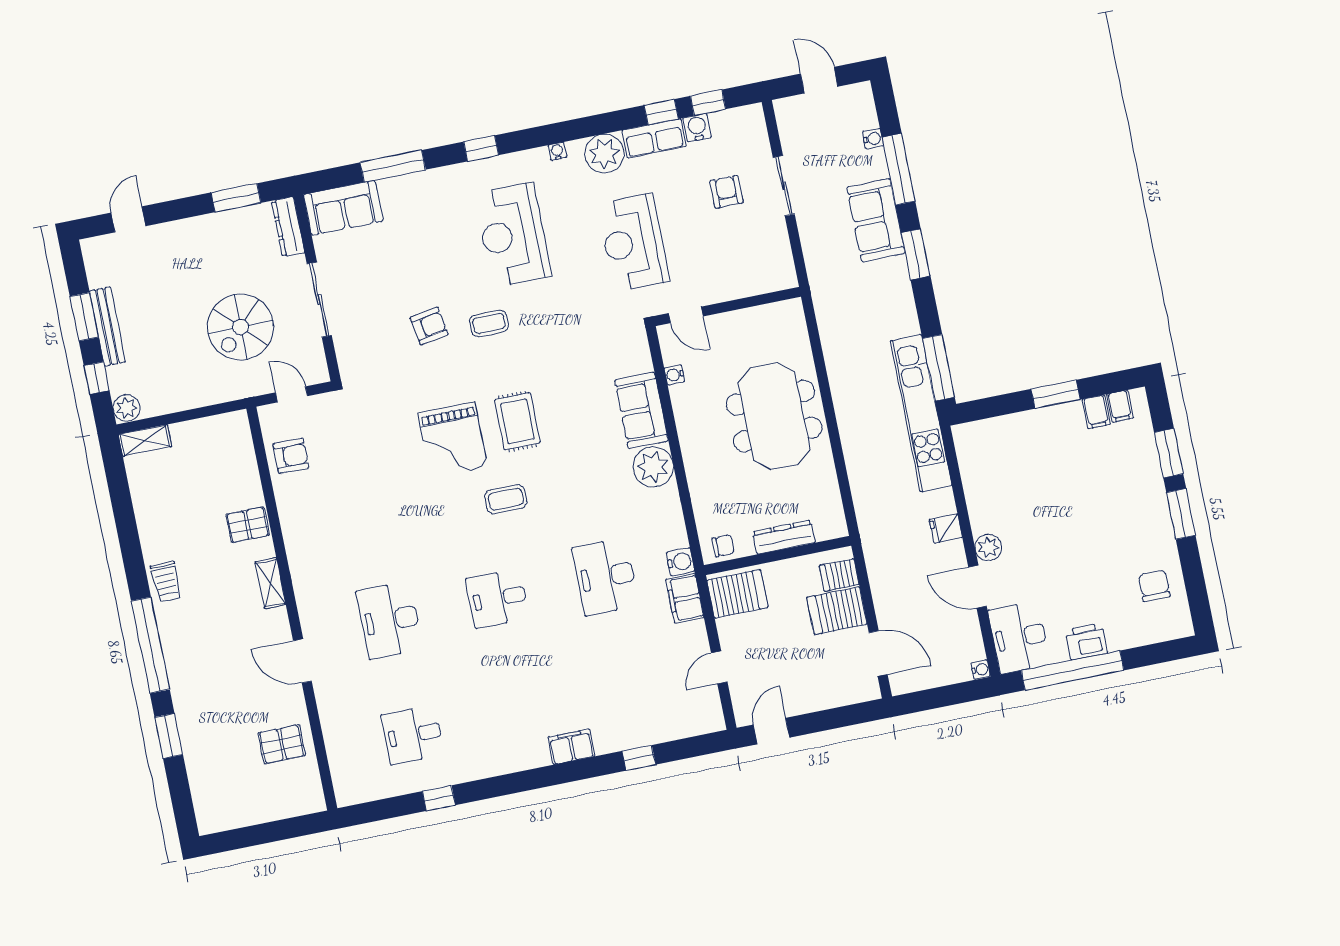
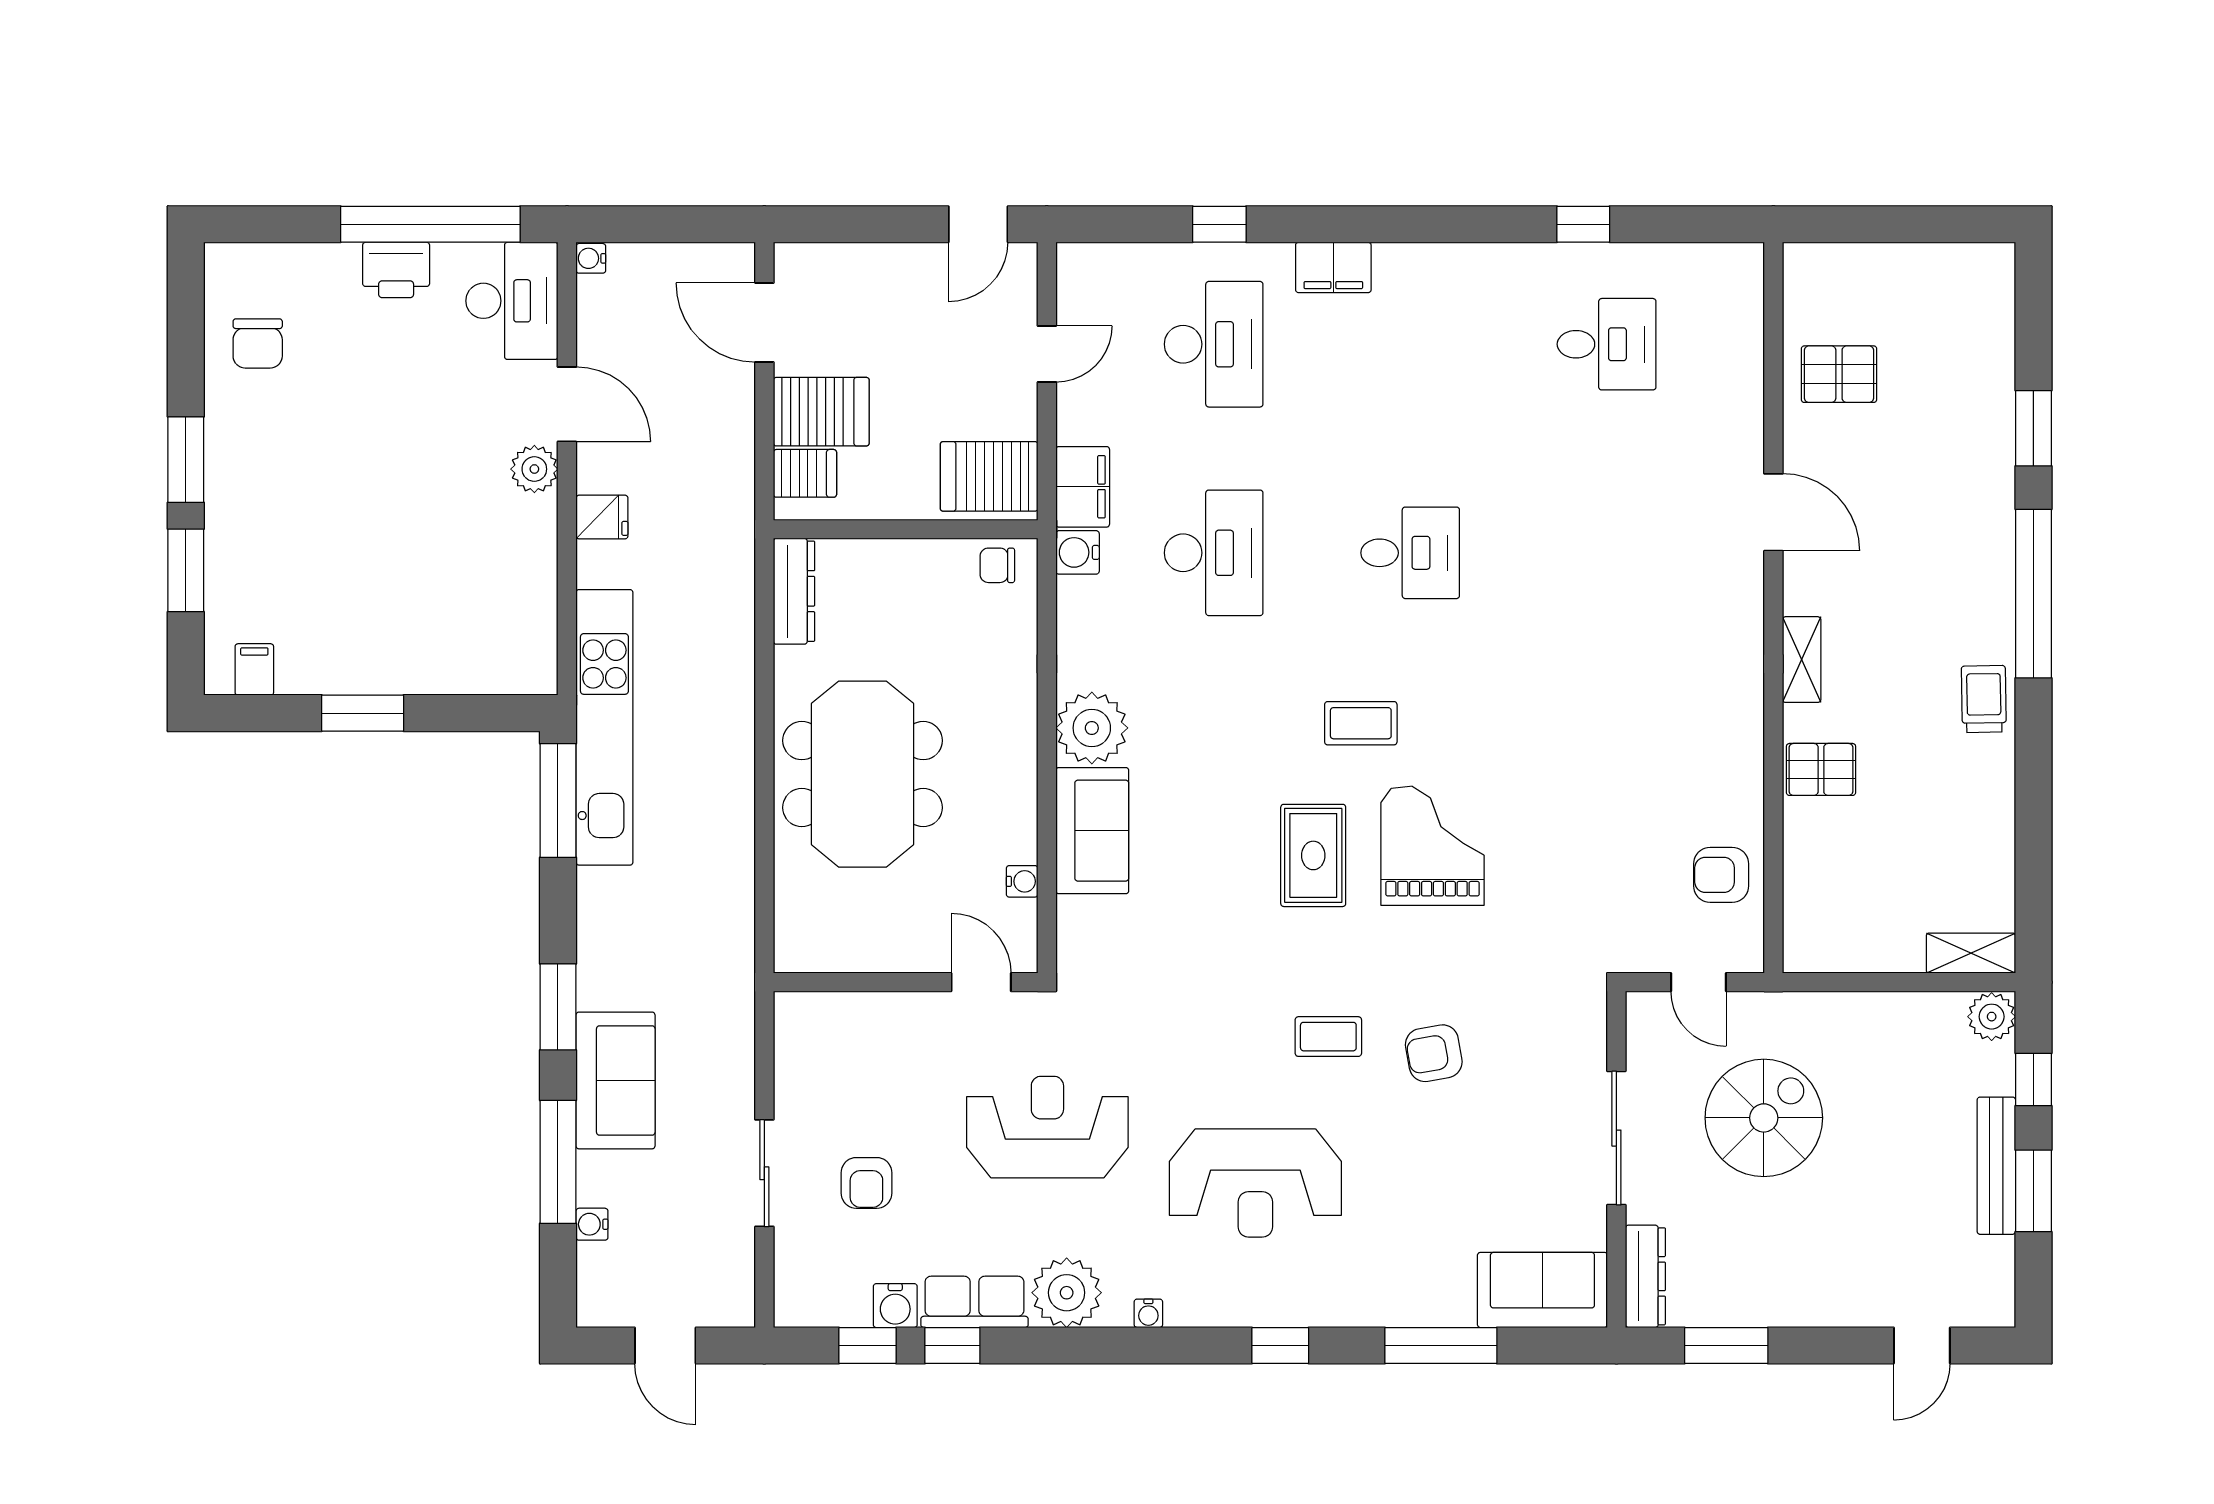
reception desk: (513, 235) -> (1255, 1183), turned 90
reception desk: (633, 243) -> (1047, 1127), turned -90
filing cabinet: (1096, 412) -> (298, 668), removed
dresser: (784, 537) -> (794, 591), moved, turned -90
desk: (390, 620) -> (1214, 344), moved

